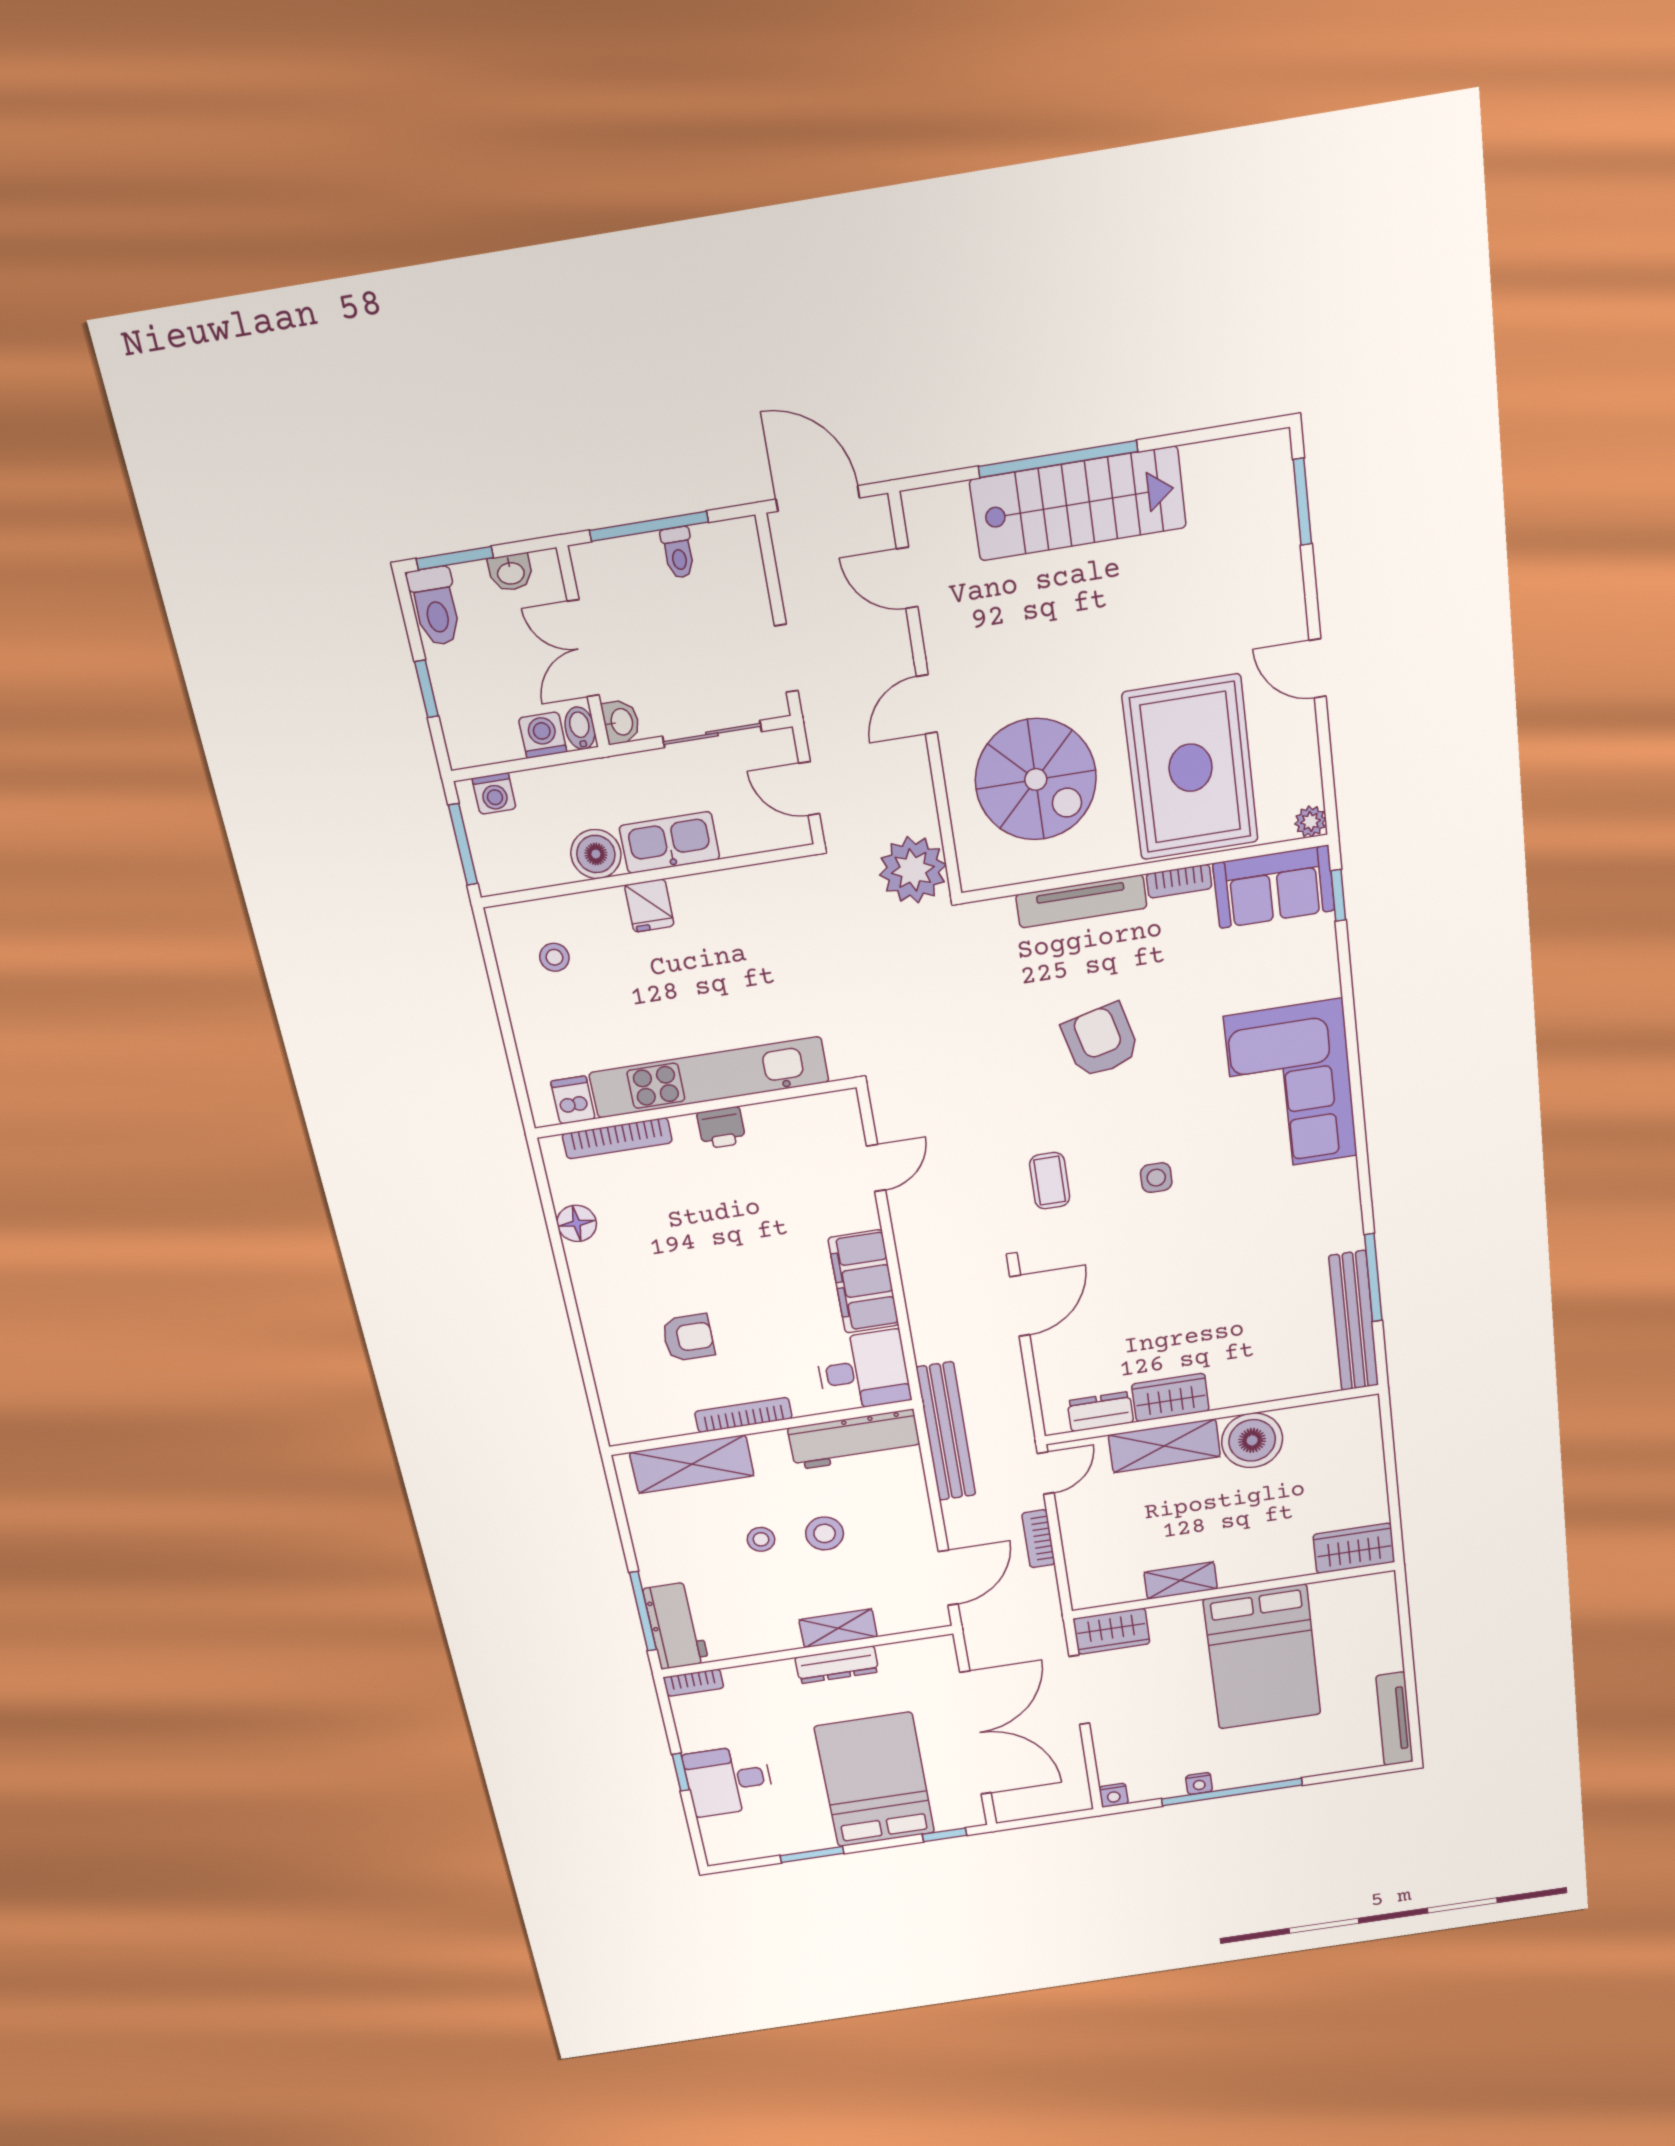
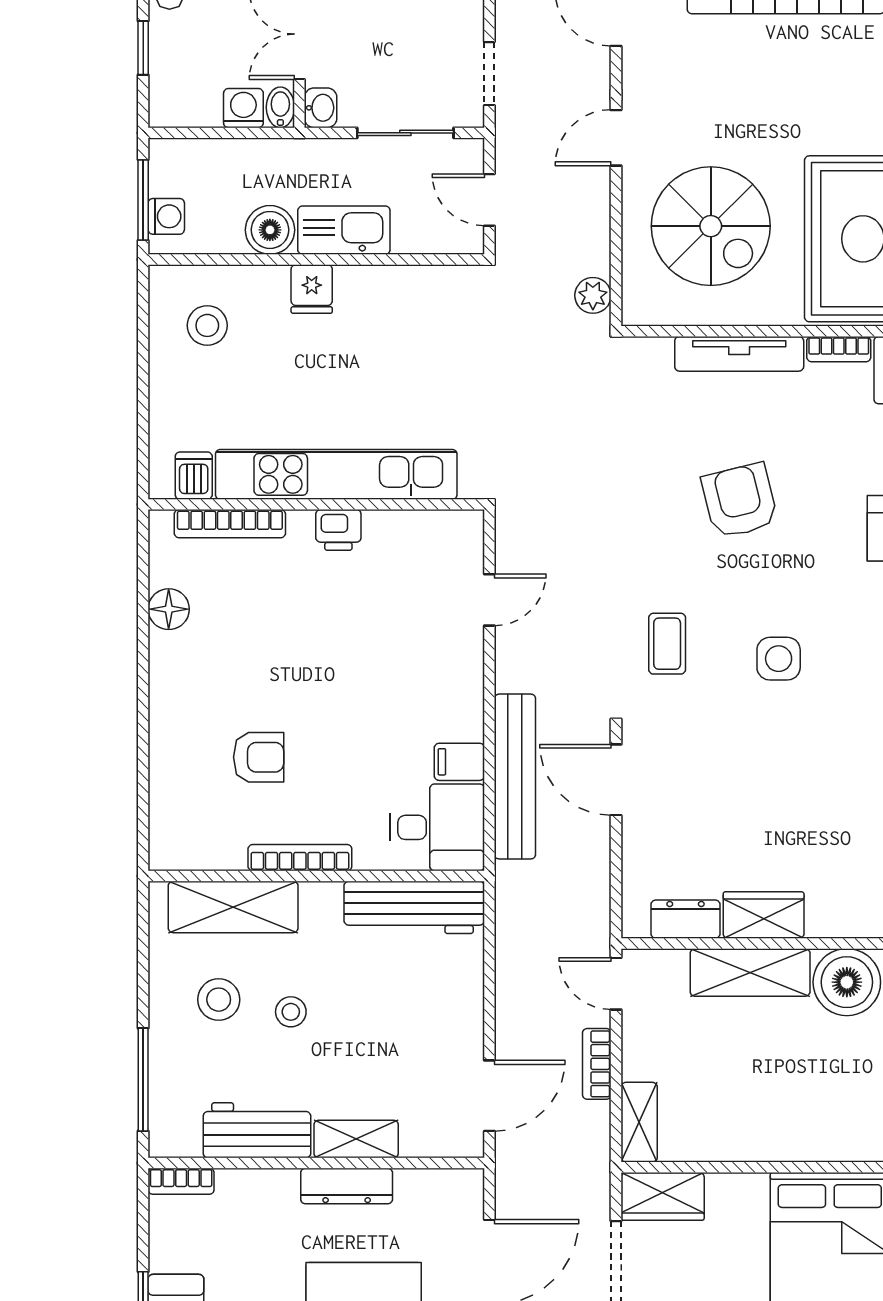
washing machine: (494, 794) -> (166, 216), moved, turned -90
plant: (913, 870) -> (593, 295), width x0.53, depth x0.53
stool: (554, 957) -> (207, 325), width x1.37, depth x1.37
side table: (1156, 1178) -> (779, 659), width x1.37, depth x1.37
filing cabinet: (864, 1282) -> (459, 762), width x0.33, depth x0.86
door: (1020, 1306) -> (616, 780), swing flipped
bench: (946, 1432) -> (515, 777), moved
door: (1046, 1473) -> (616, 984), swing flipped
stool: (825, 1533) -> (219, 1000), moved
shelving: (1181, 1581) -> (639, 1122), moved, turned 90
workbench: (676, 1626) -> (257, 1130), moved, turned -90

